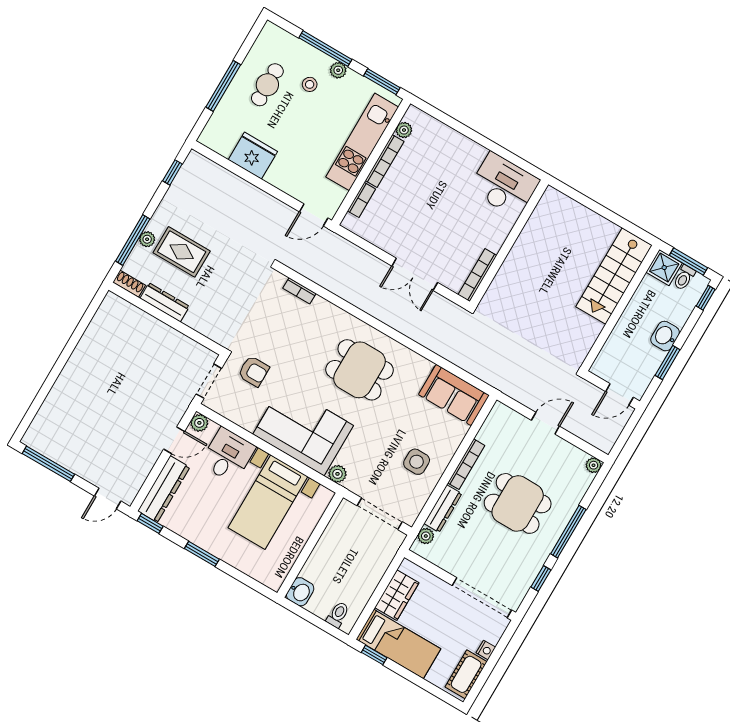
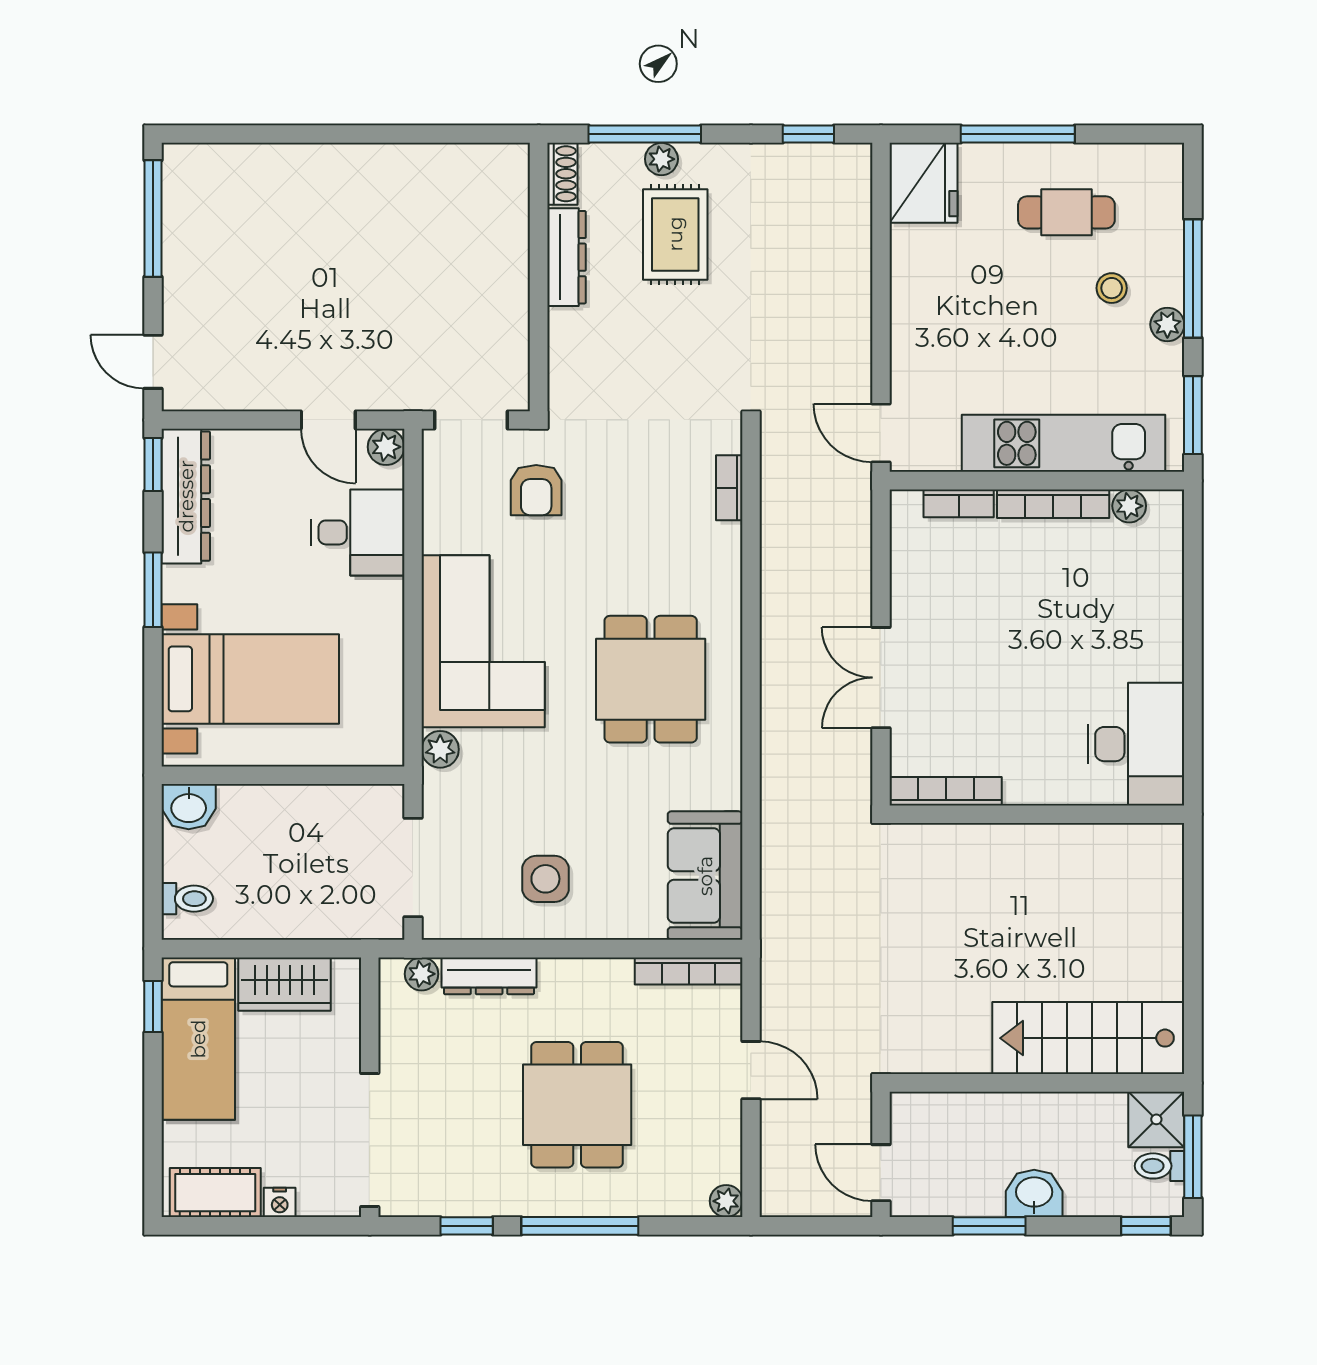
fridge: (253, 156) -> (924, 183), moved
bookcase: (466, 464) -> (689, 971), moved
dresser: (164, 489) -> (186, 496), moved, turned -90
bed with nightstands: (268, 502) -> (250, 679), moved, turned 180

